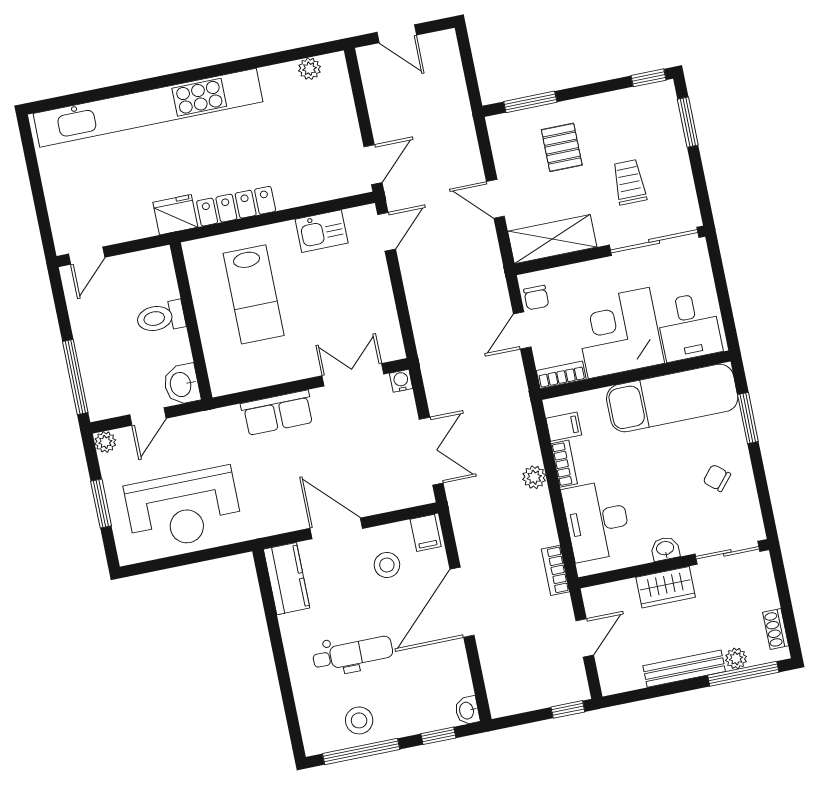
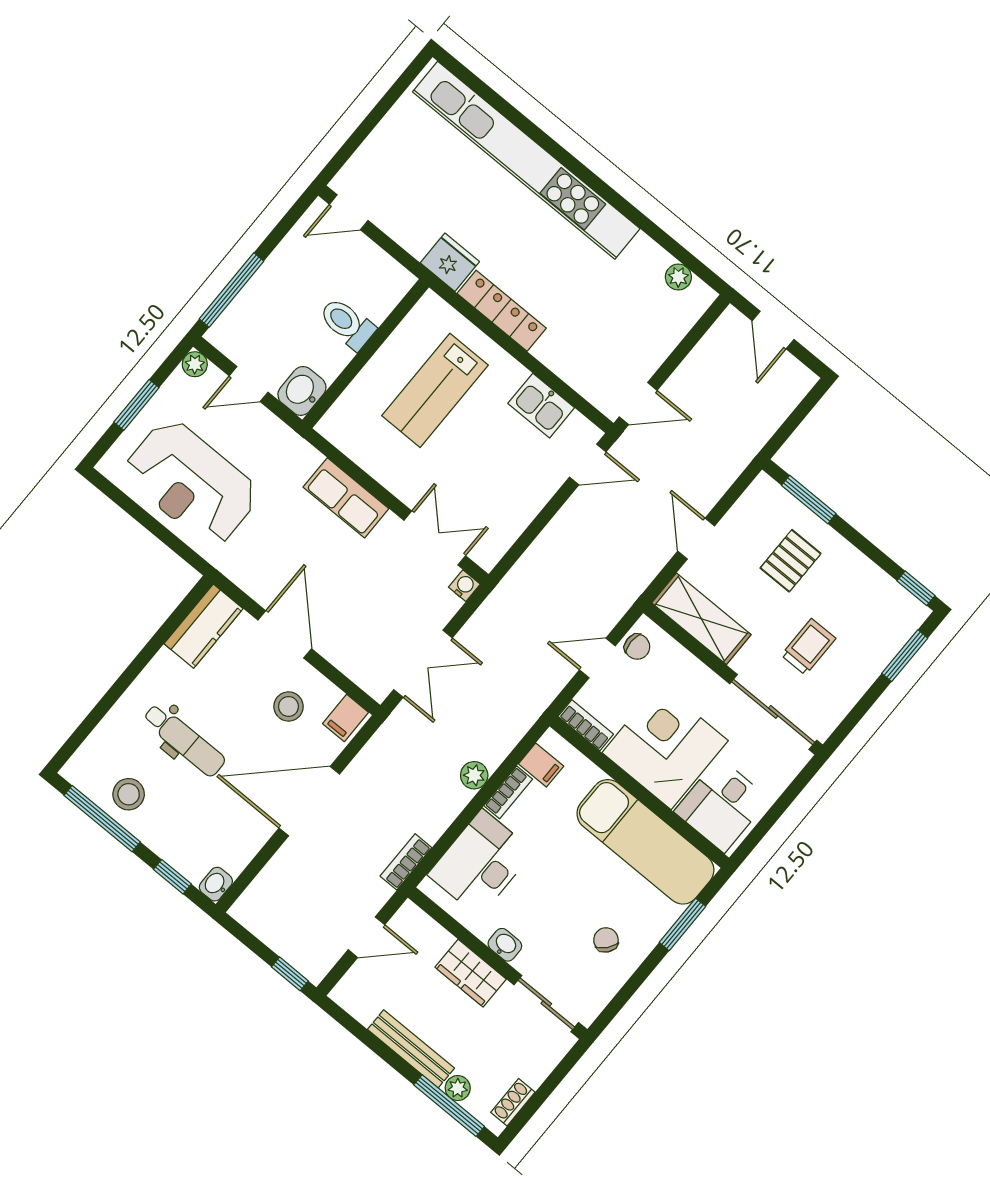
chair: (536, 298) -> (637, 647), turned -90

